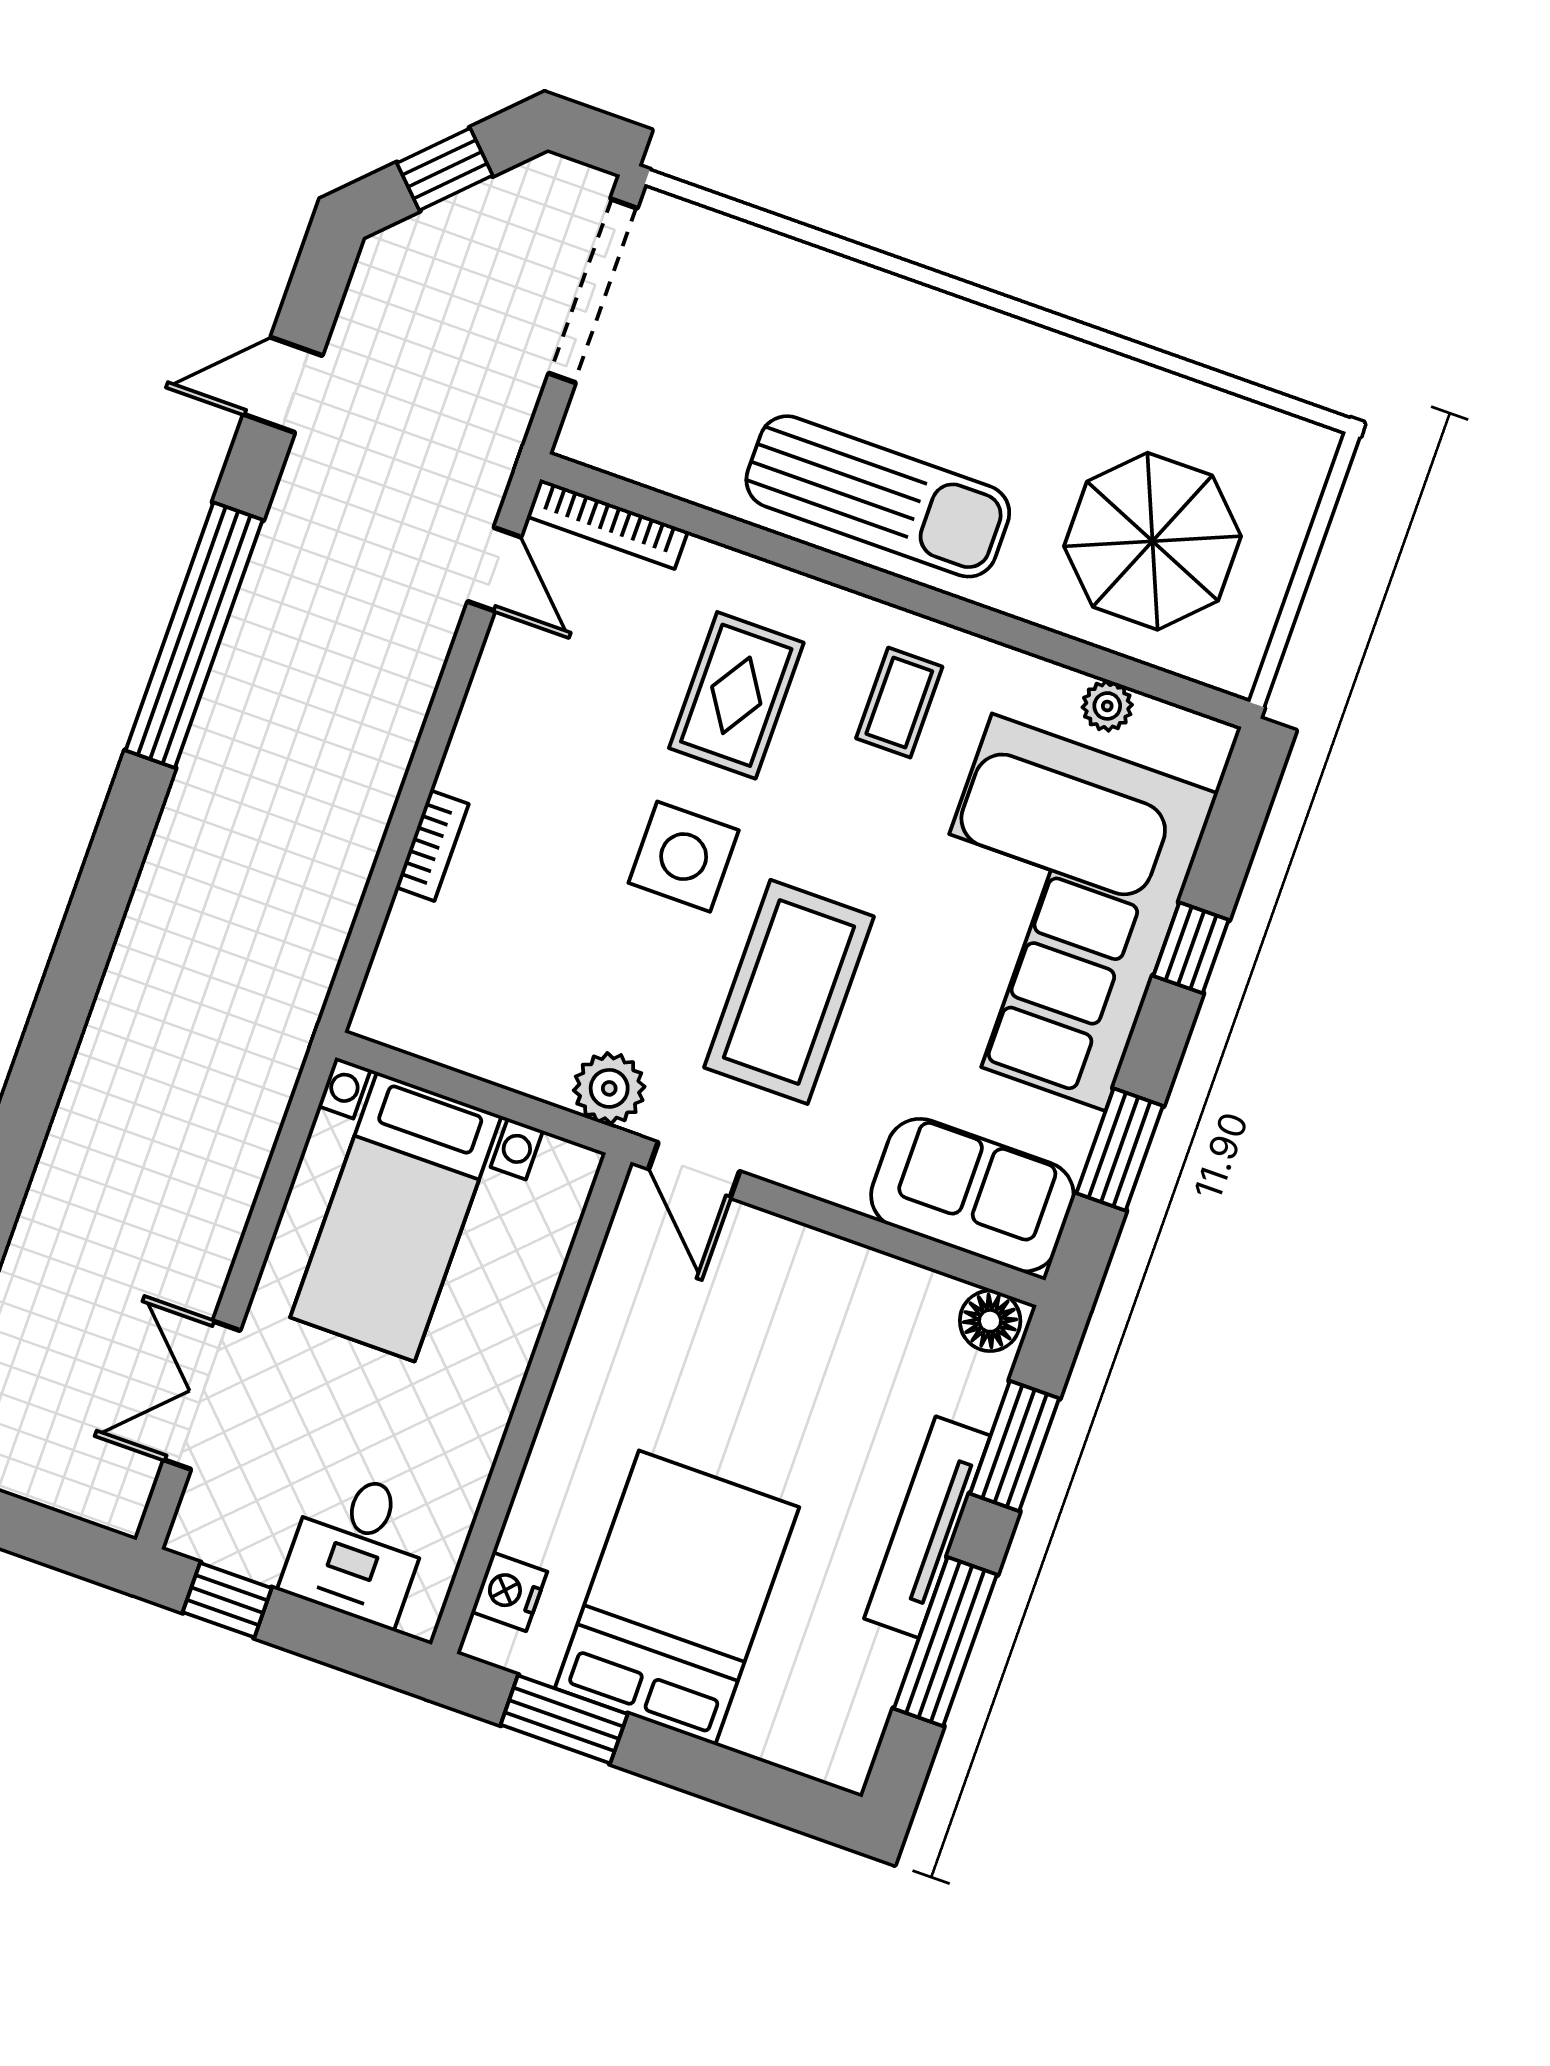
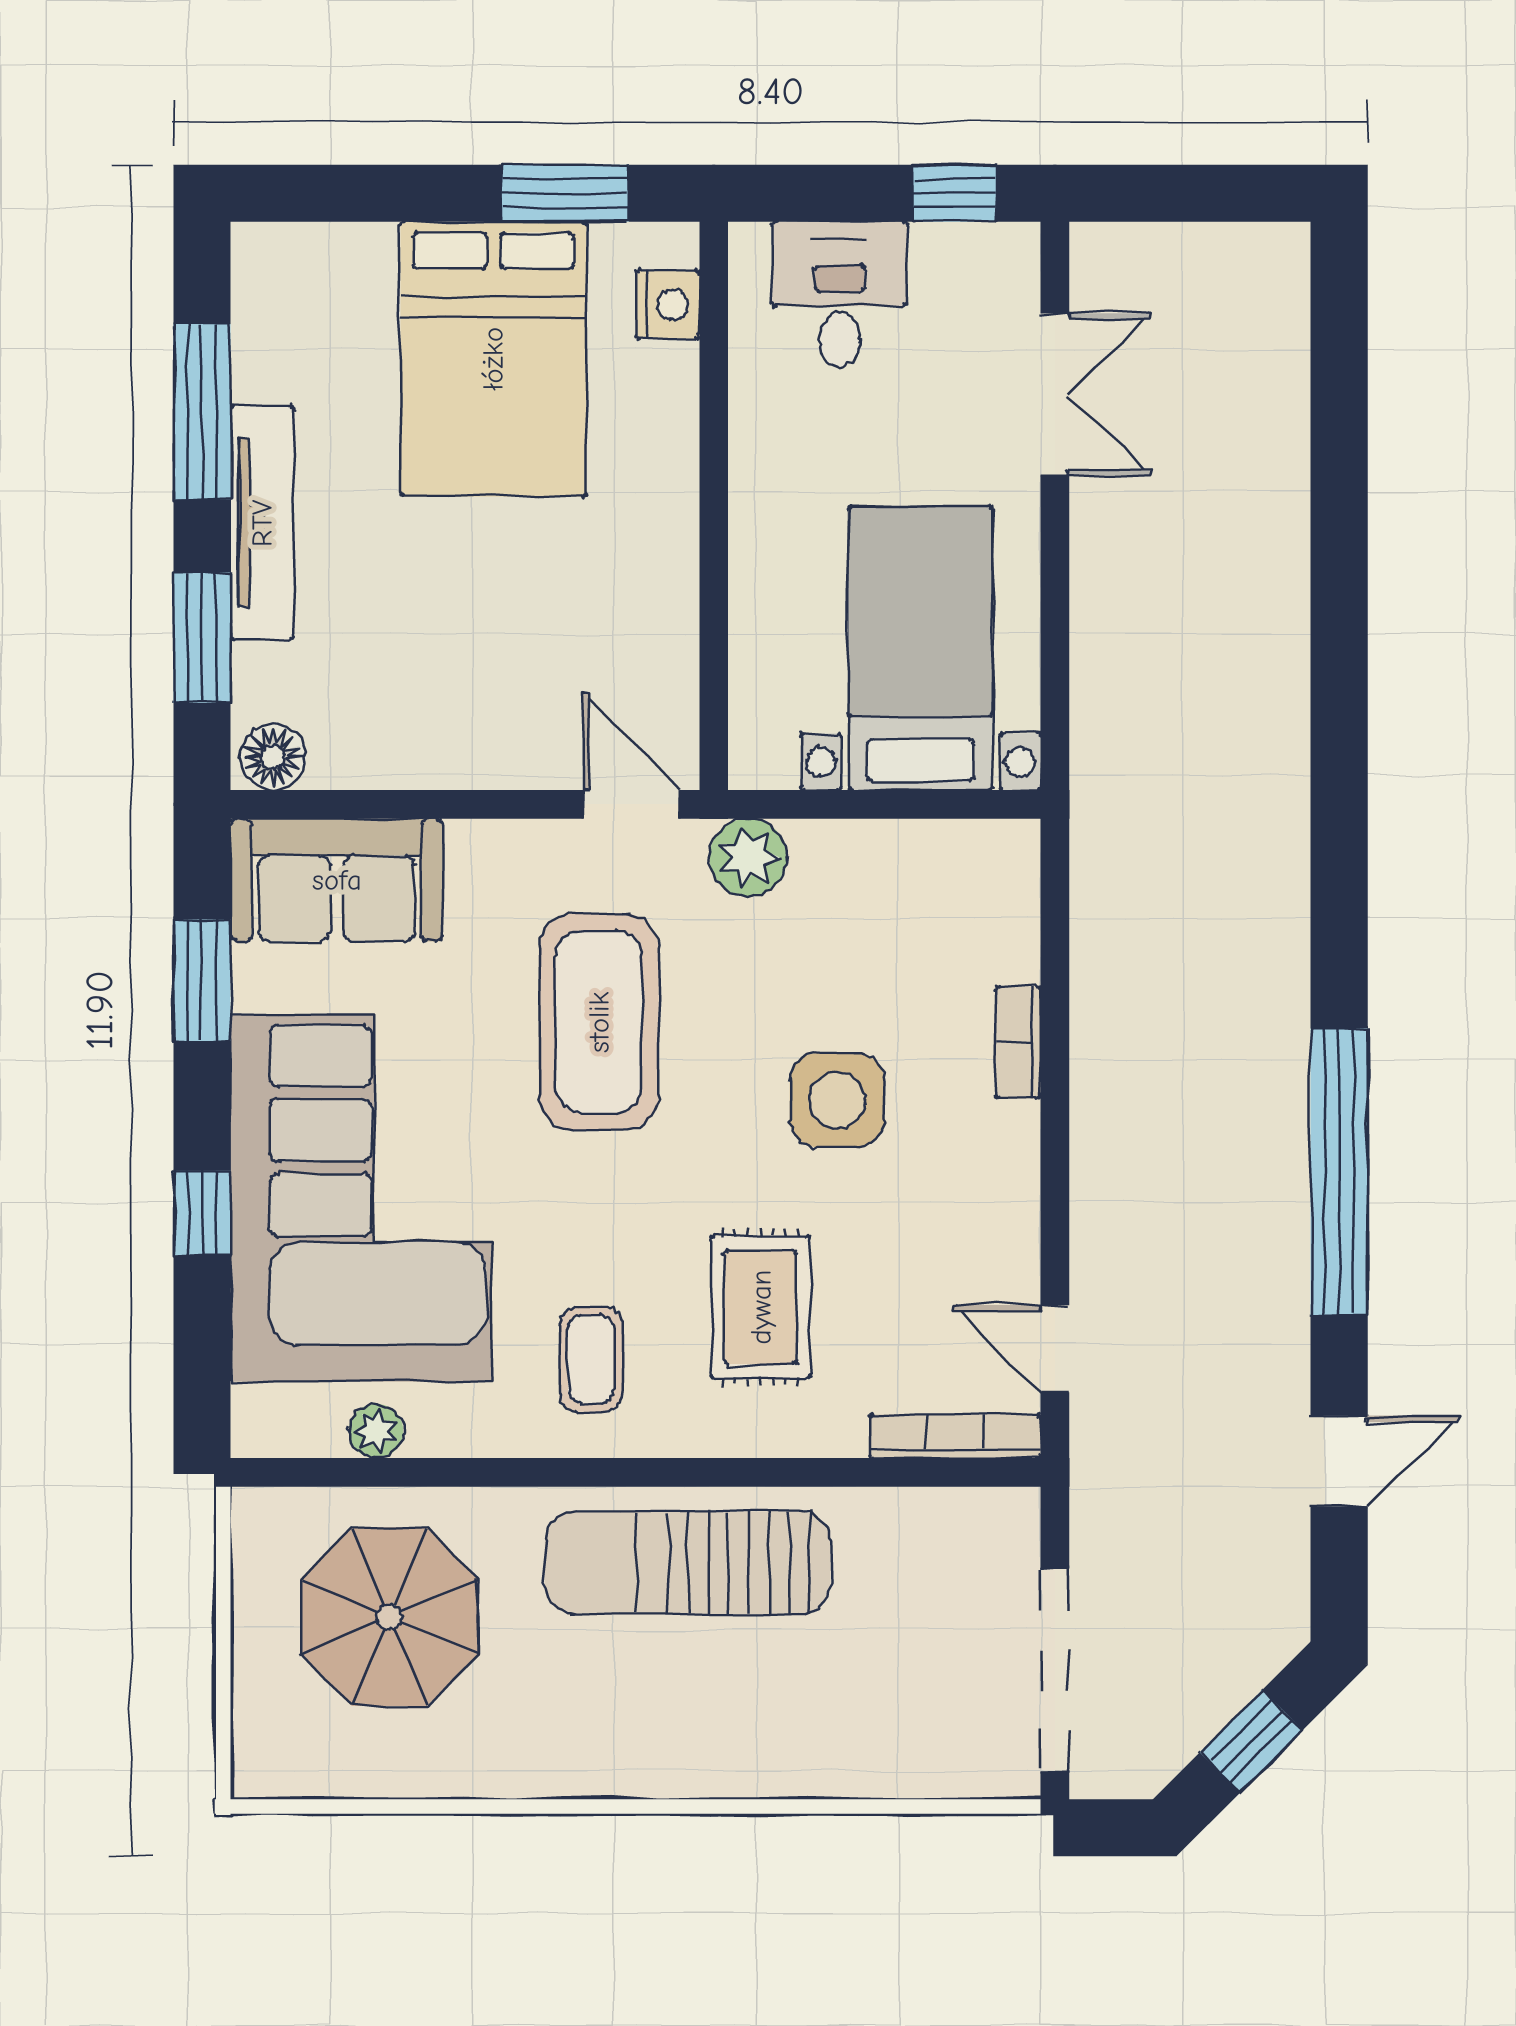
side table: (684, 857) -> (837, 1100), moved

